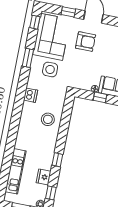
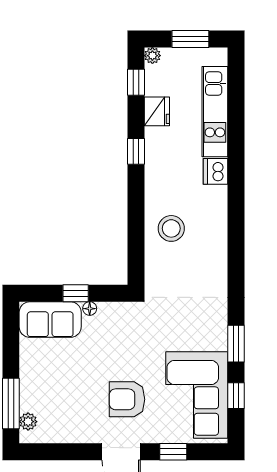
window: (35, 22) -> (236, 396), moved
side table: (50, 69) -> (187, 329), removed
dishwasher: (31, 95) -> (216, 171), moved

